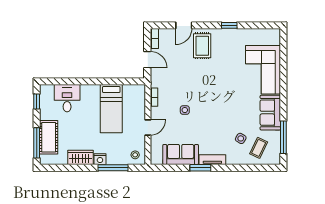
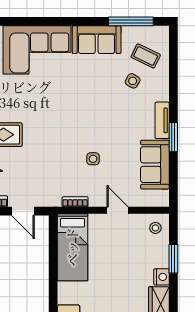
door: (147, 60) -> (23, 211), swing flipped
bed: (111, 109) -> (72, 247), moved, turned 90
window: (113, 168) -> (173, 259), width x0.69

